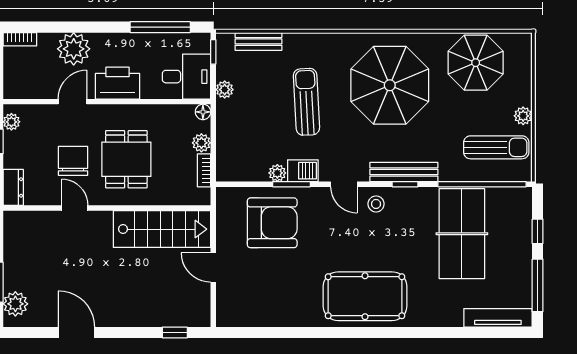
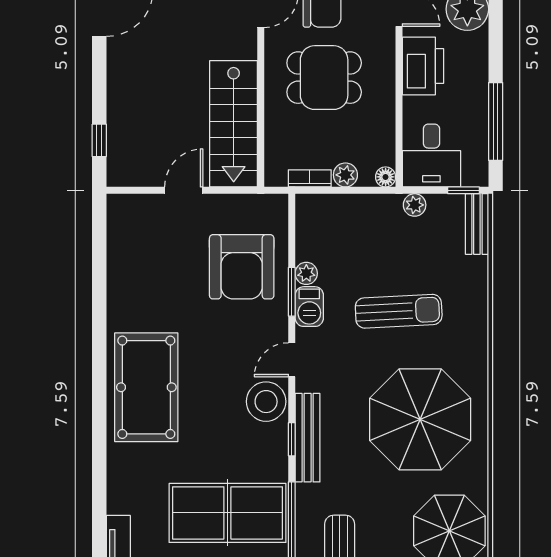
bench: (258, 41) -> (477, 224), moved
stool: (376, 204) -> (266, 402), width x1.89, depth x1.89

